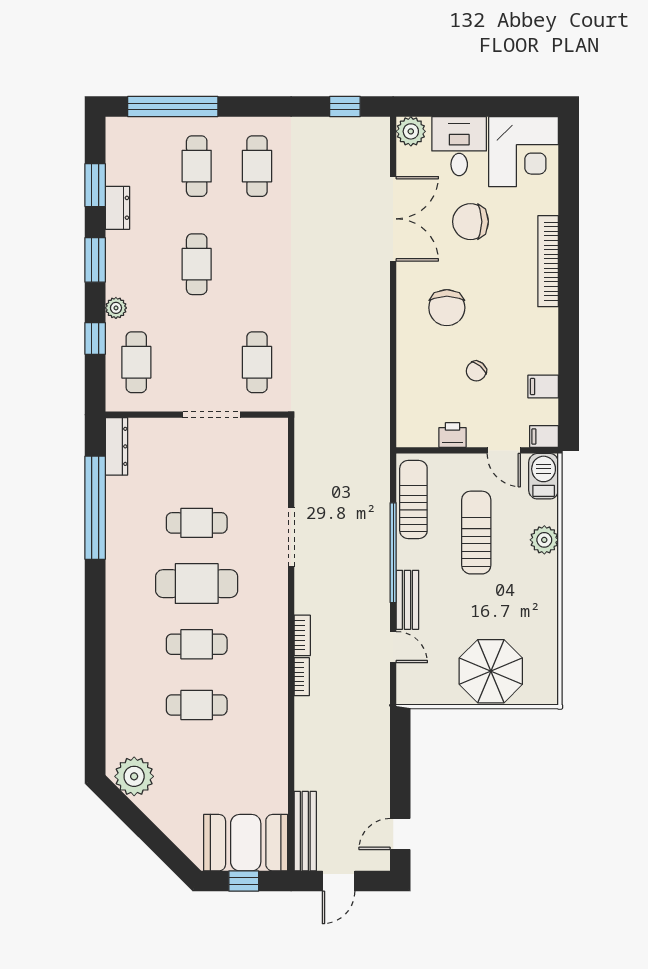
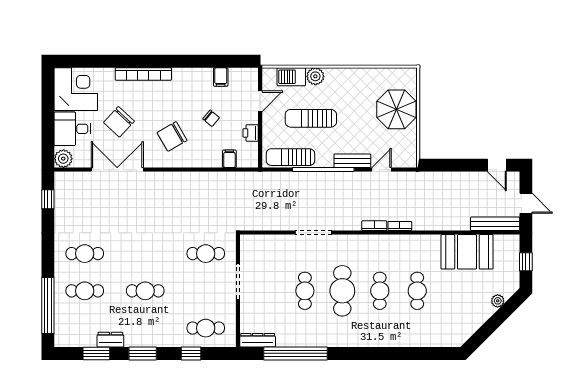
chair: (471, 222) -> (119, 122), turned 43
plant: (116, 308) -> (172, 341), removed
chair: (447, 308) -> (172, 136), turned 150
filing cabinet: (544, 436) -> (229, 159), moved, turned 180
barbecue: (544, 476) -> (291, 77), moved
plant: (134, 776) -> (498, 301), moved, width x0.53, depth x0.53
booth: (246, 843) -> (467, 252), moved, turned 90

